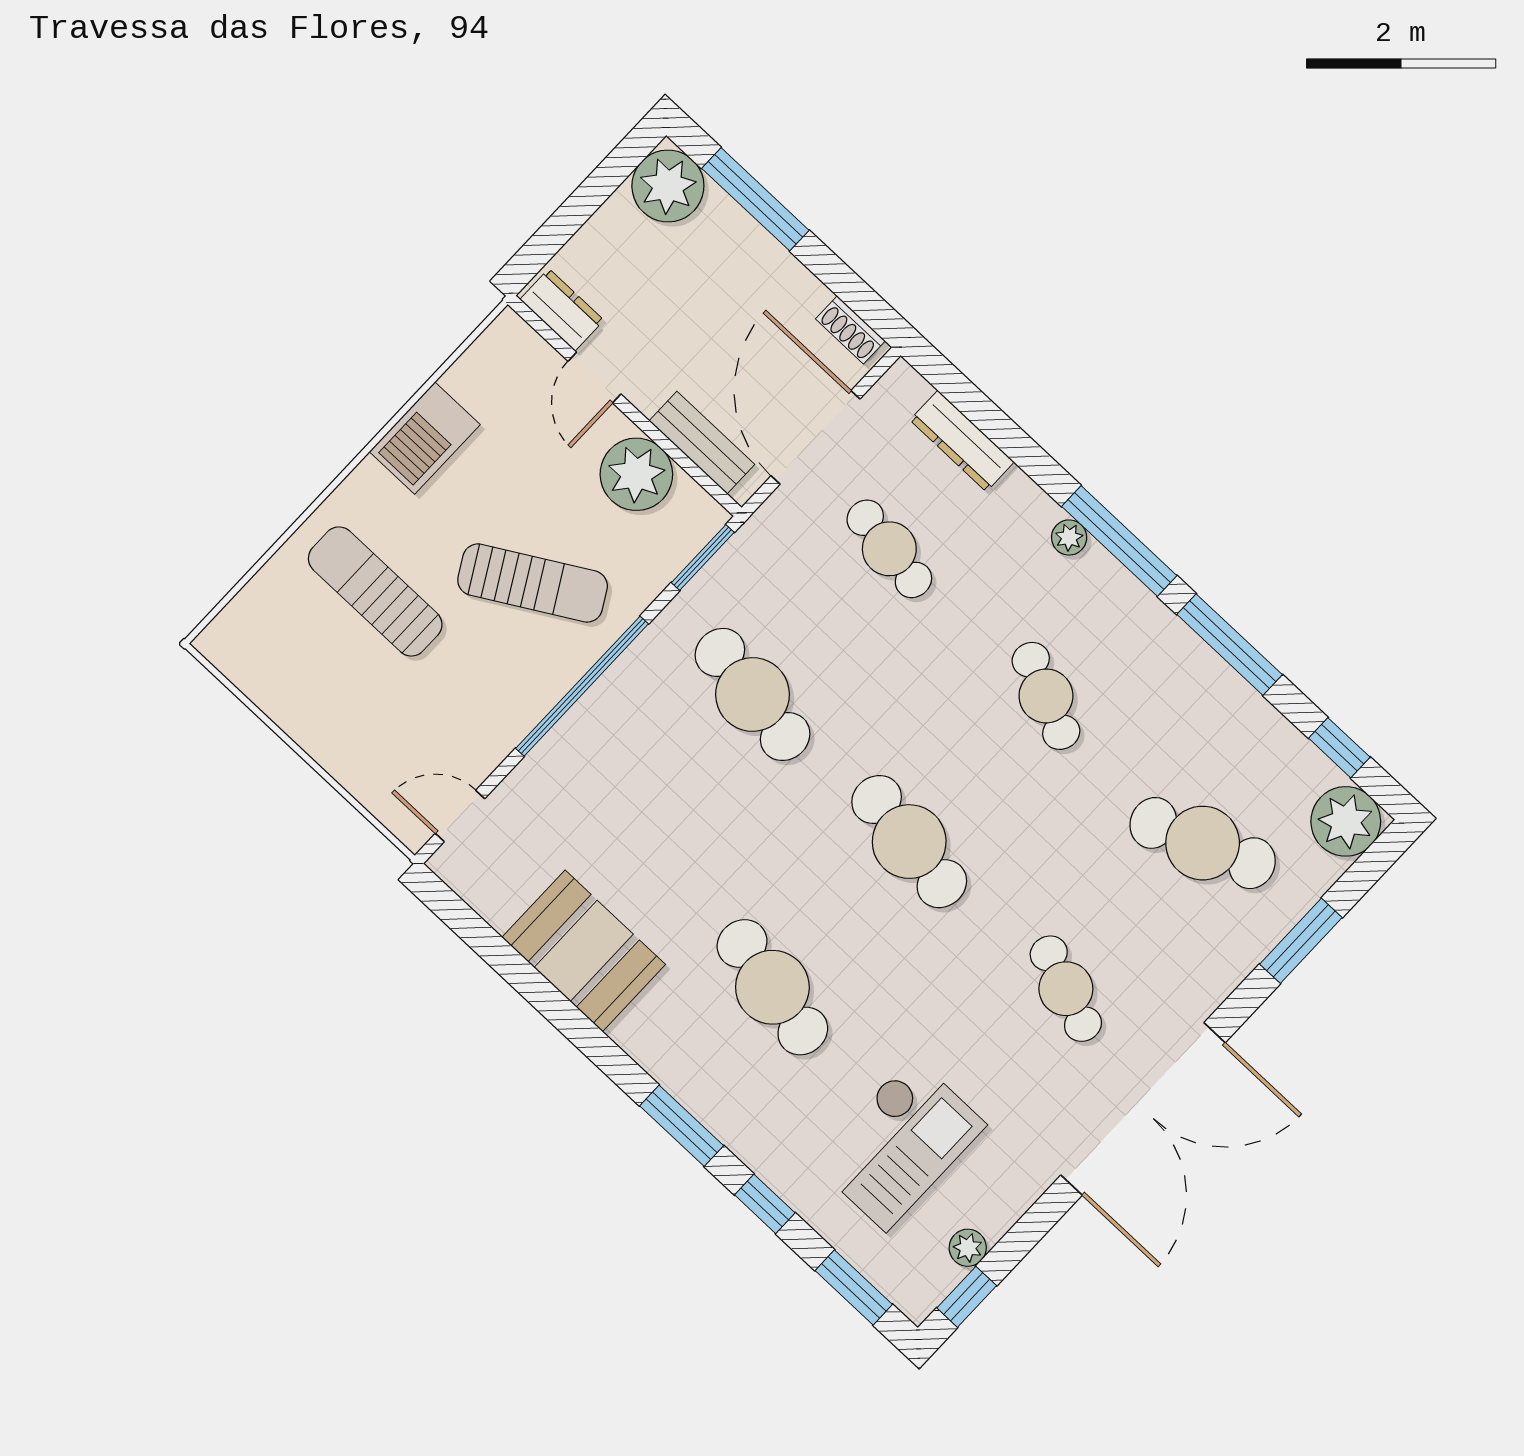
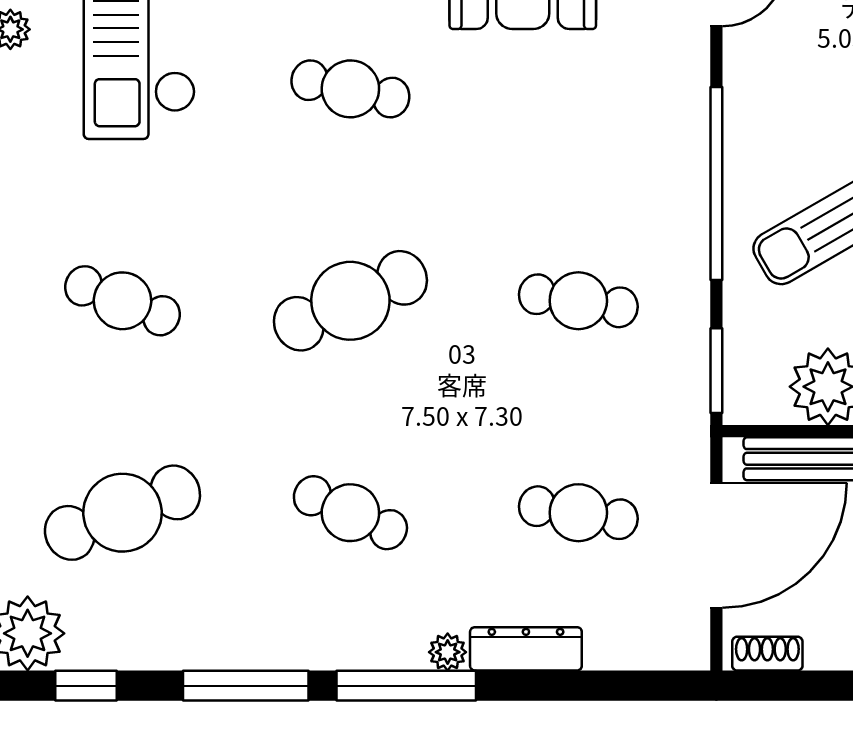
door: (816, 437) -> (716, 545), hinge flipped
dresser: (962, 441) -> (526, 649), moved
cafe table: (753, 694) -> (578, 301), width x0.73, depth x0.74
cafe table: (909, 842) -> (350, 301), turned -33
cafe table: (772, 987) -> (350, 89), width x0.73, depth x0.74

